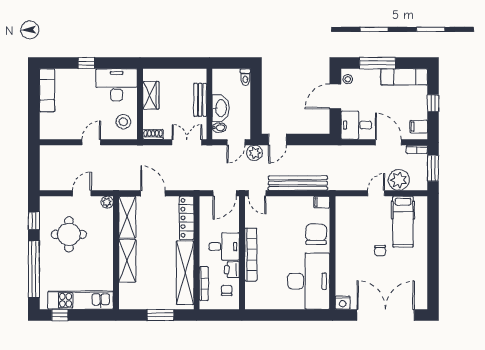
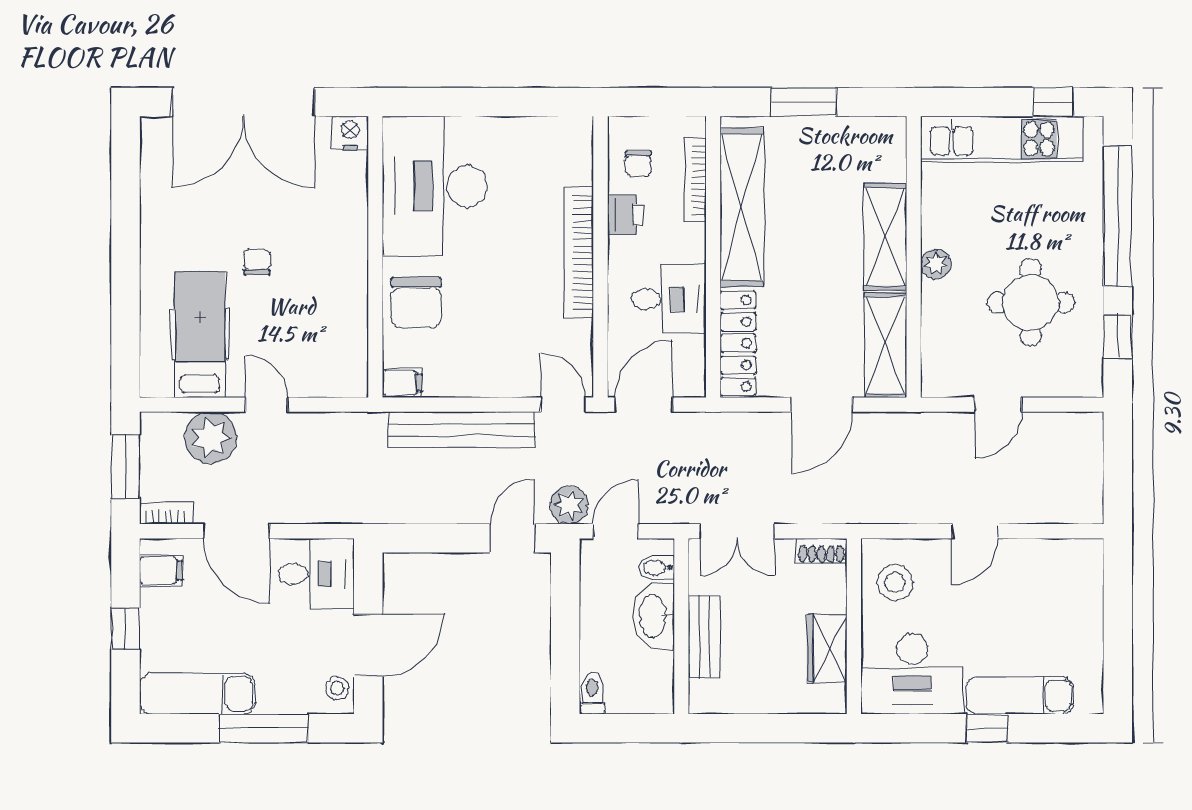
exam couch: (47, 90) -> (1020, 695), moved, turned 90
door: (153, 193) -> (822, 405), hinge flipped
door: (376, 193) -> (267, 405), swing flipped
plant: (107, 202) -> (936, 264), moved
desk: (224, 247) -> (669, 299), moved, turned 180

